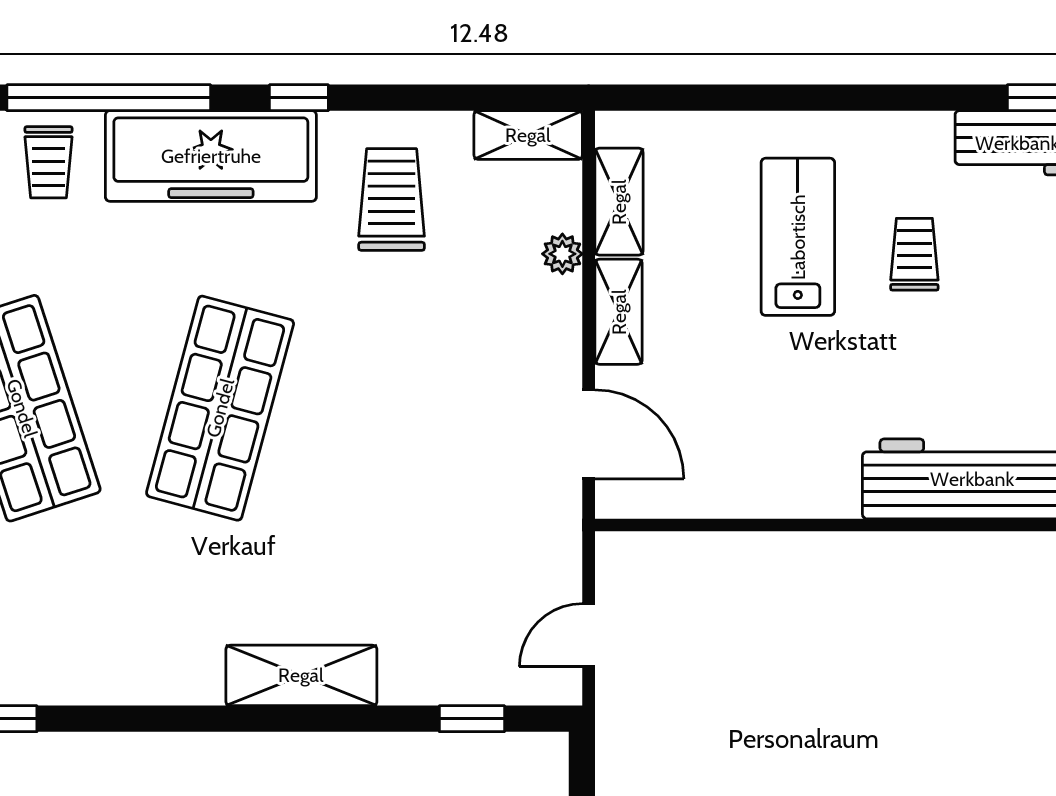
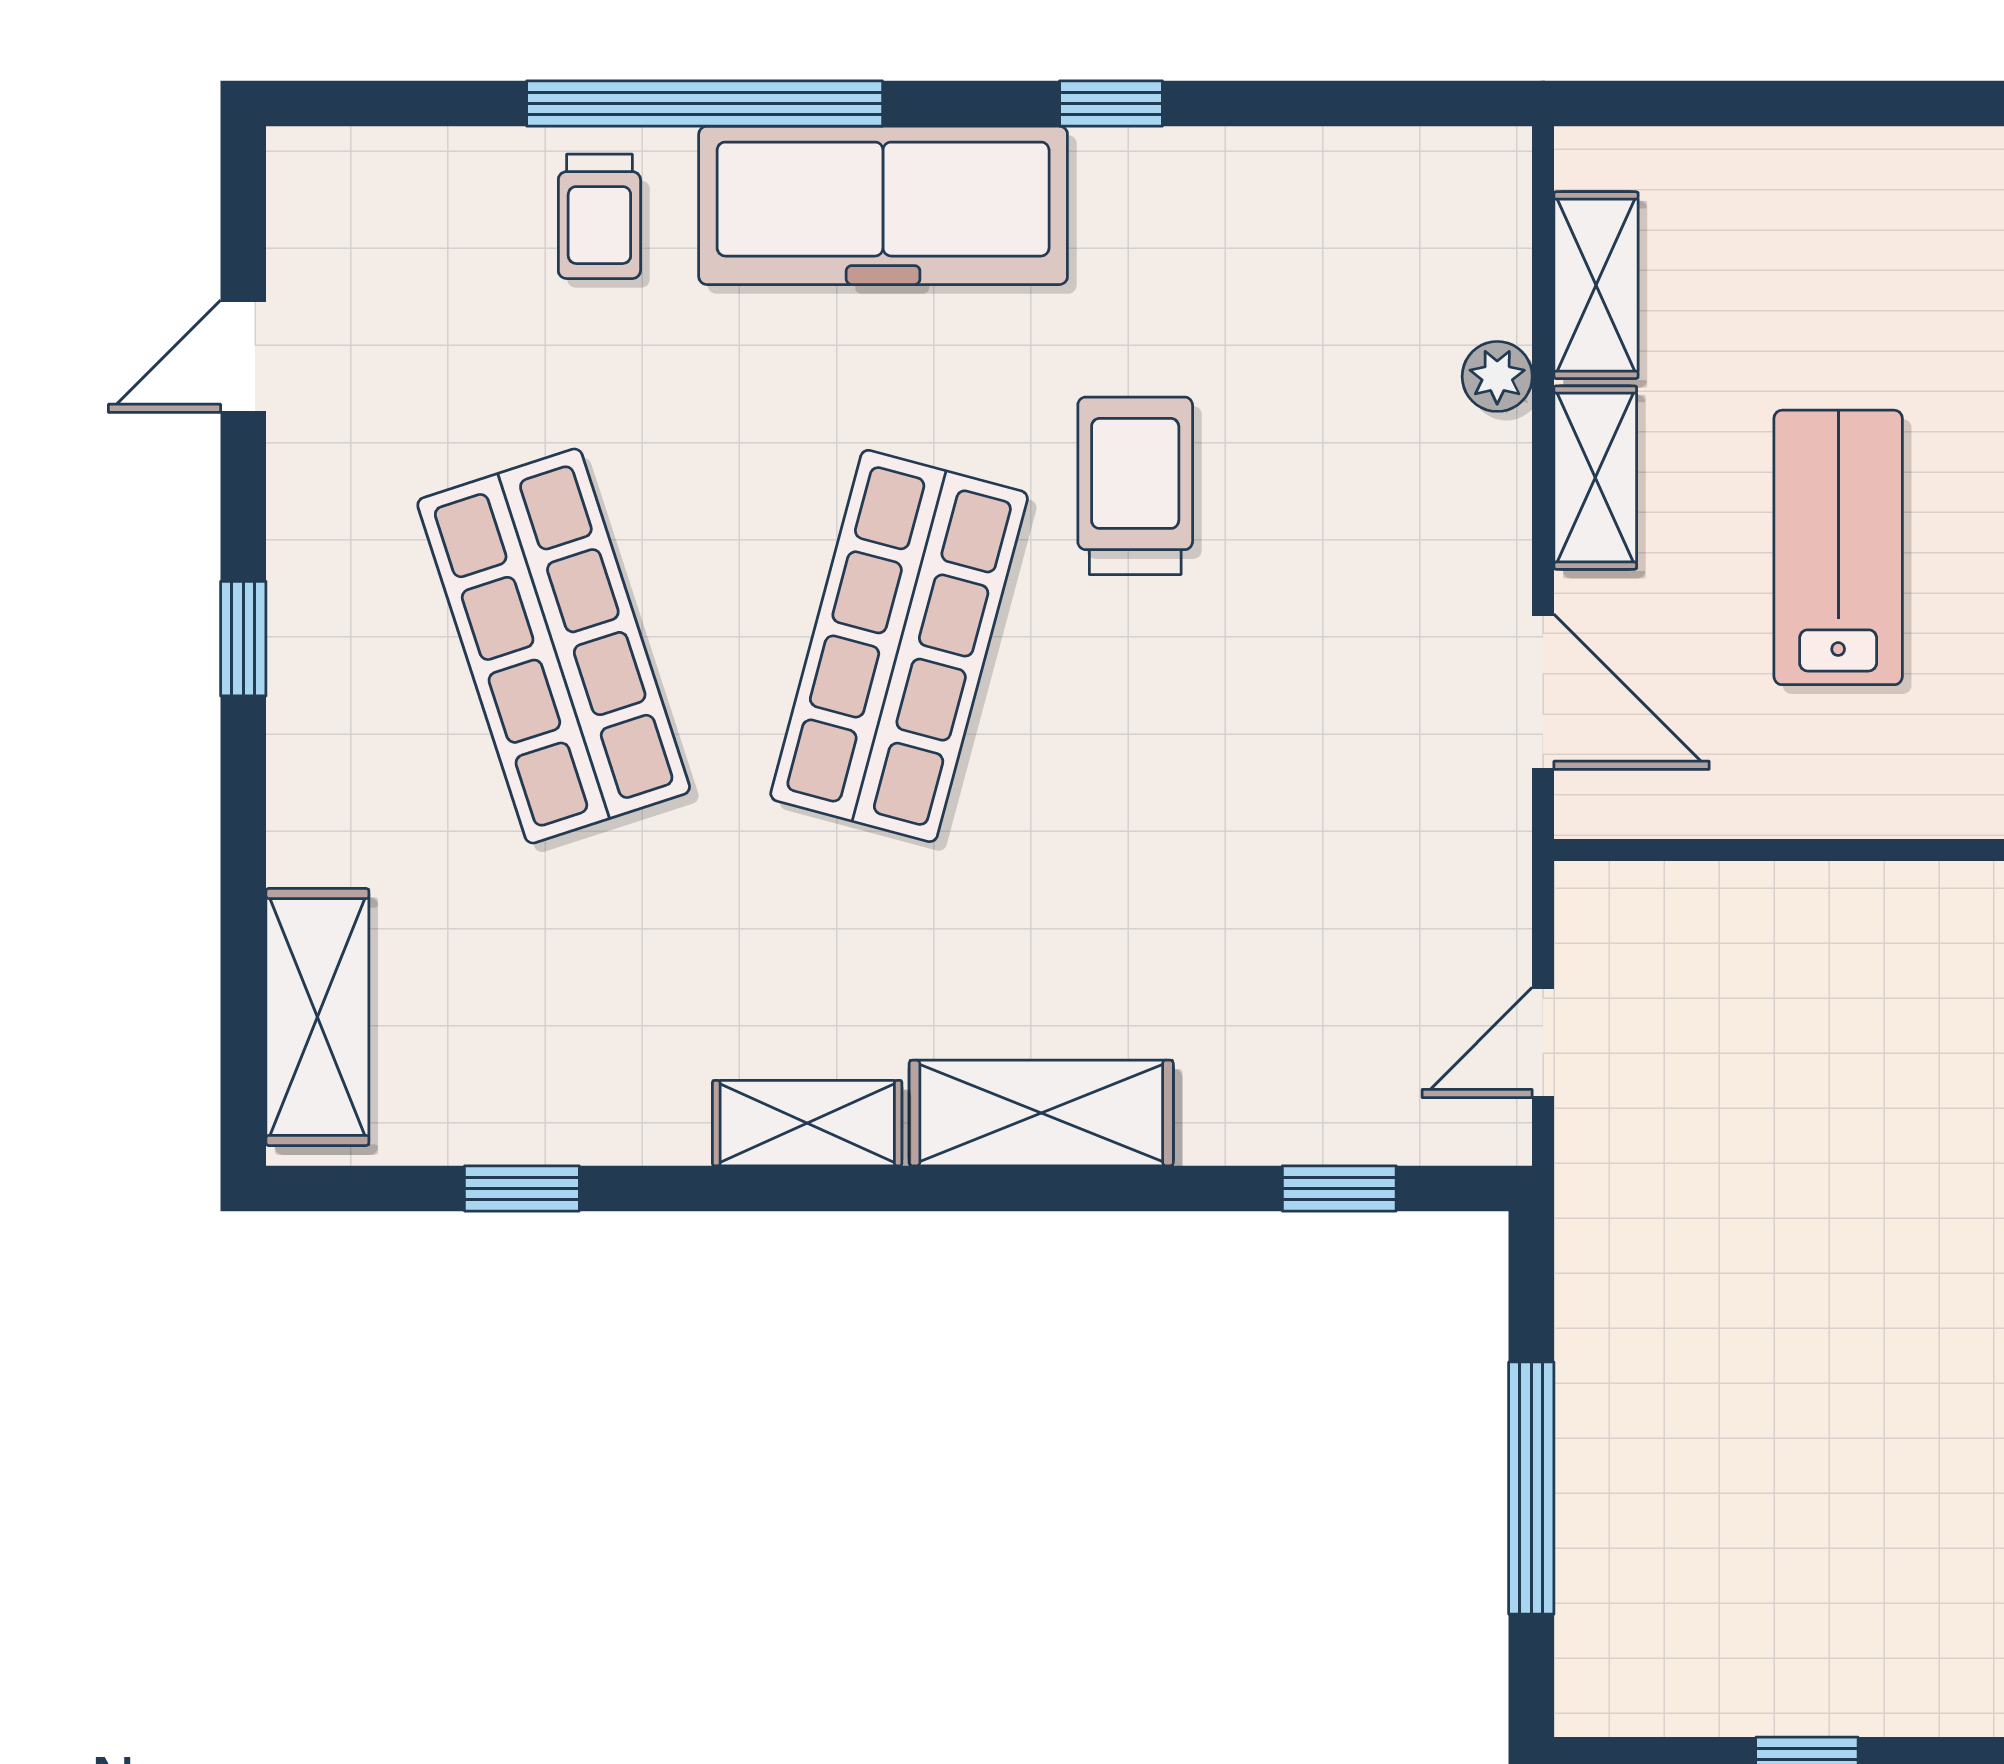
window: (299, 98) -> (1111, 104), moved
shelving: (528, 135) -> (807, 1123), moved
trolley: (392, 200) -> (1135, 486), moved
lab bench: (798, 237) -> (1838, 547), moved

